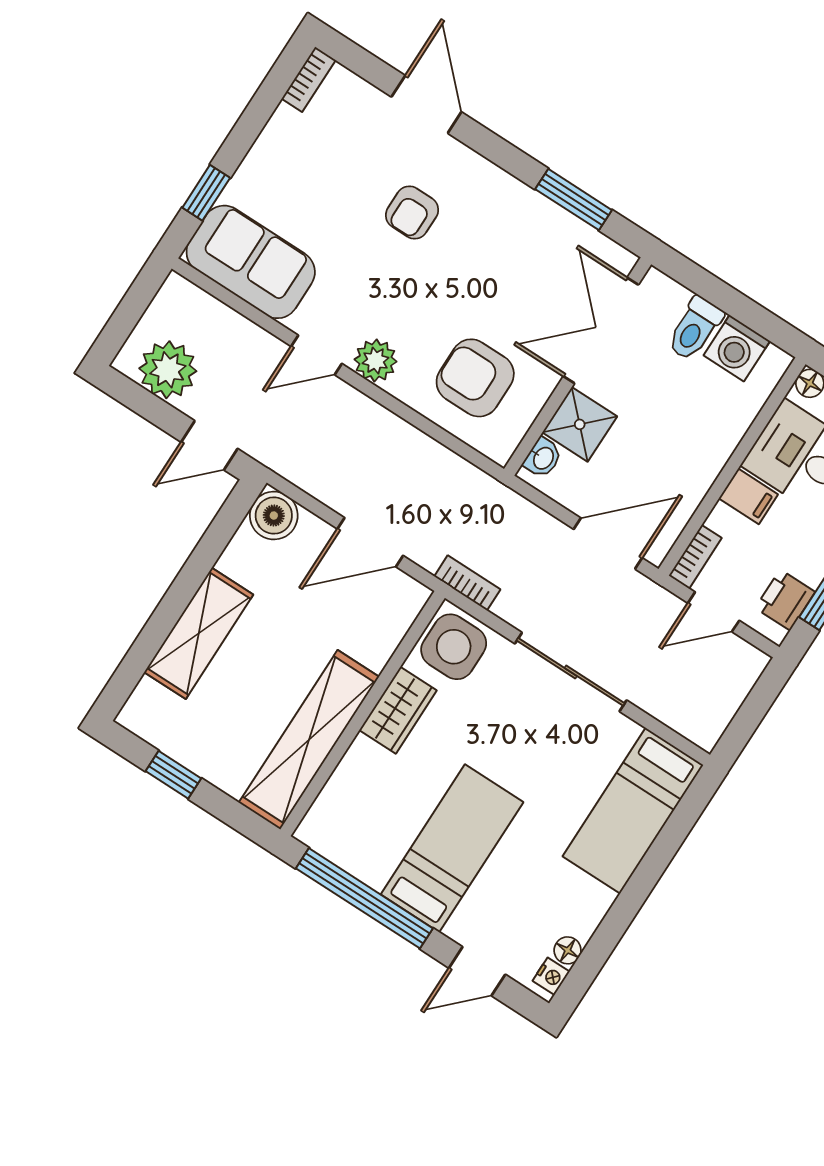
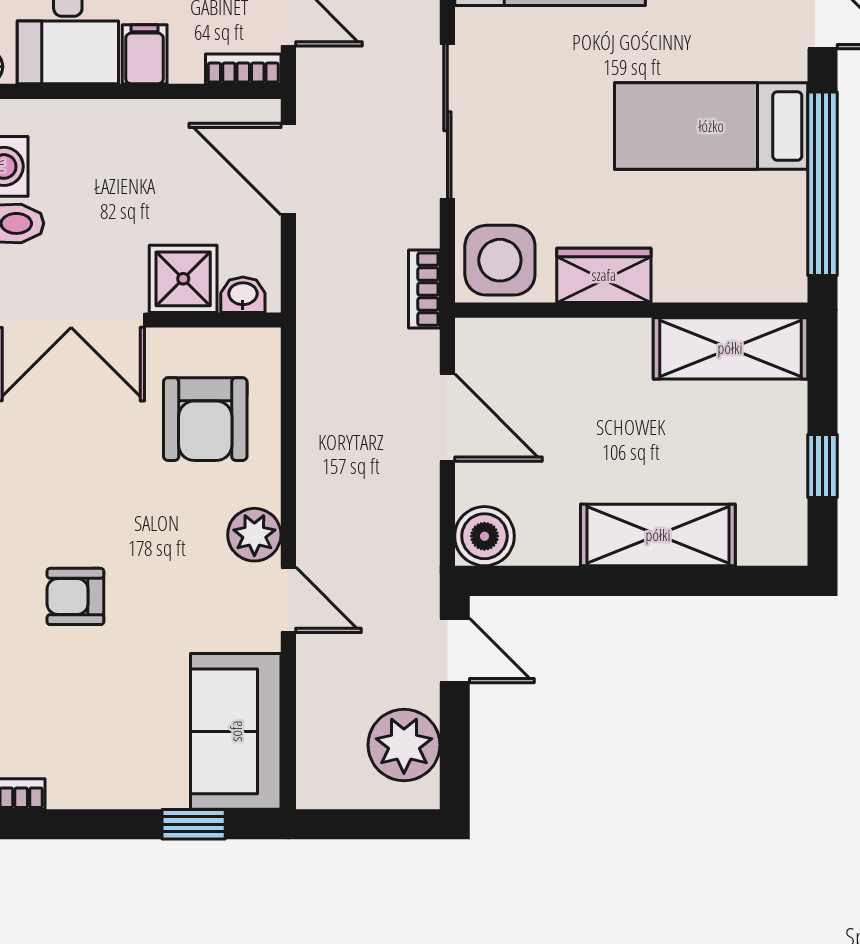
armchair: (412, 212) -> (75, 596), turned 180
shelving: (309, 740) -> (730, 348), width x0.68

